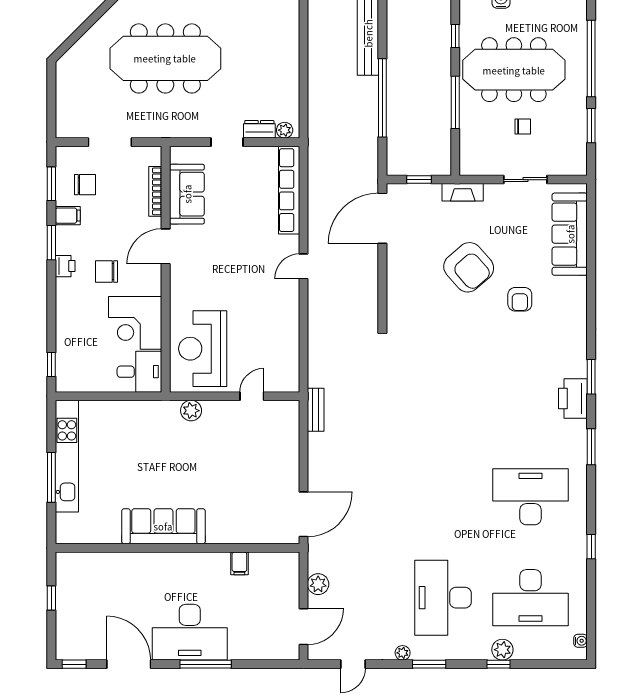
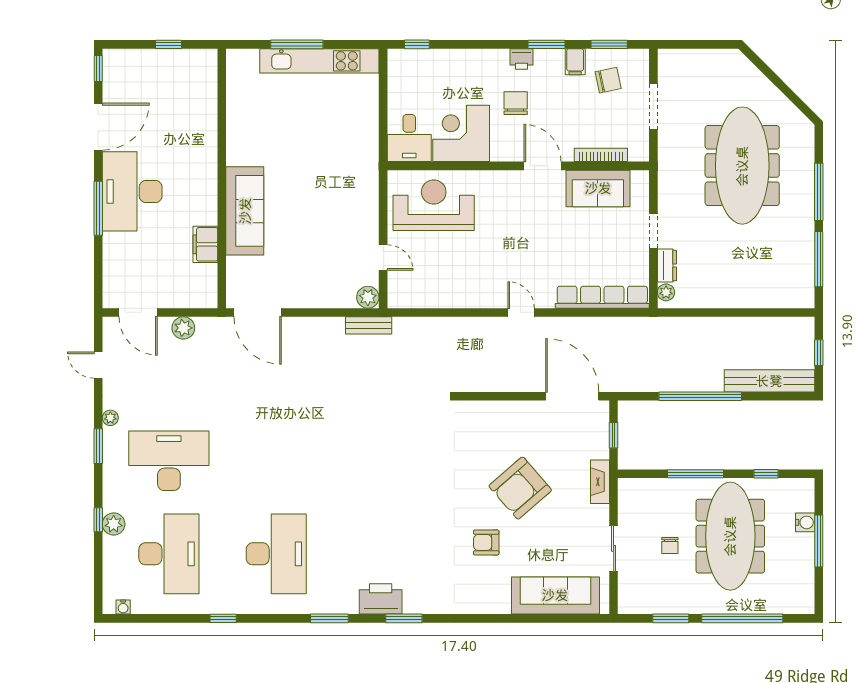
chair: (85, 185) -> (608, 80), turned -102
plant: (191, 411) -> (368, 297), moved
sofa: (163, 526) -> (245, 211), moved
filing cabinet: (239, 563) -> (205, 244), width x2.00
desk: (530, 598) -> (169, 554), turned 180

